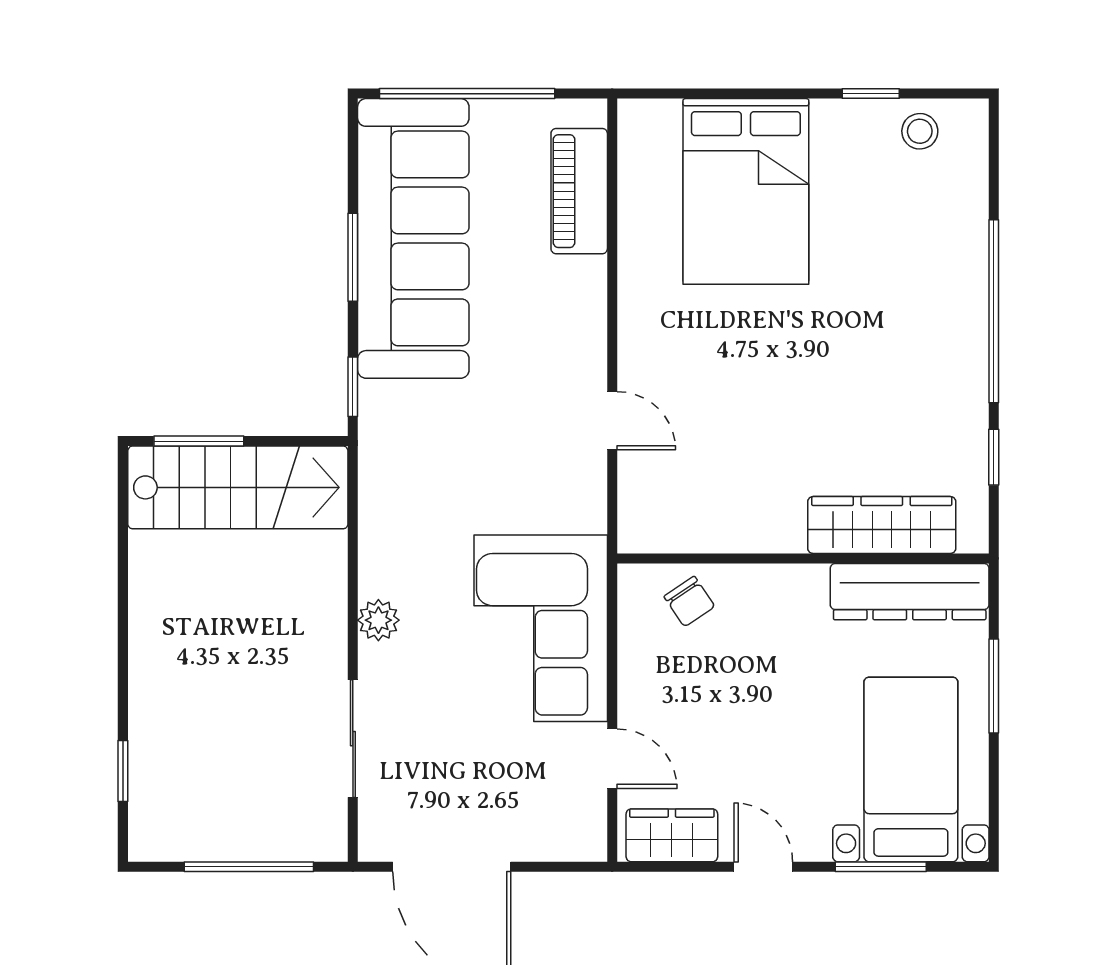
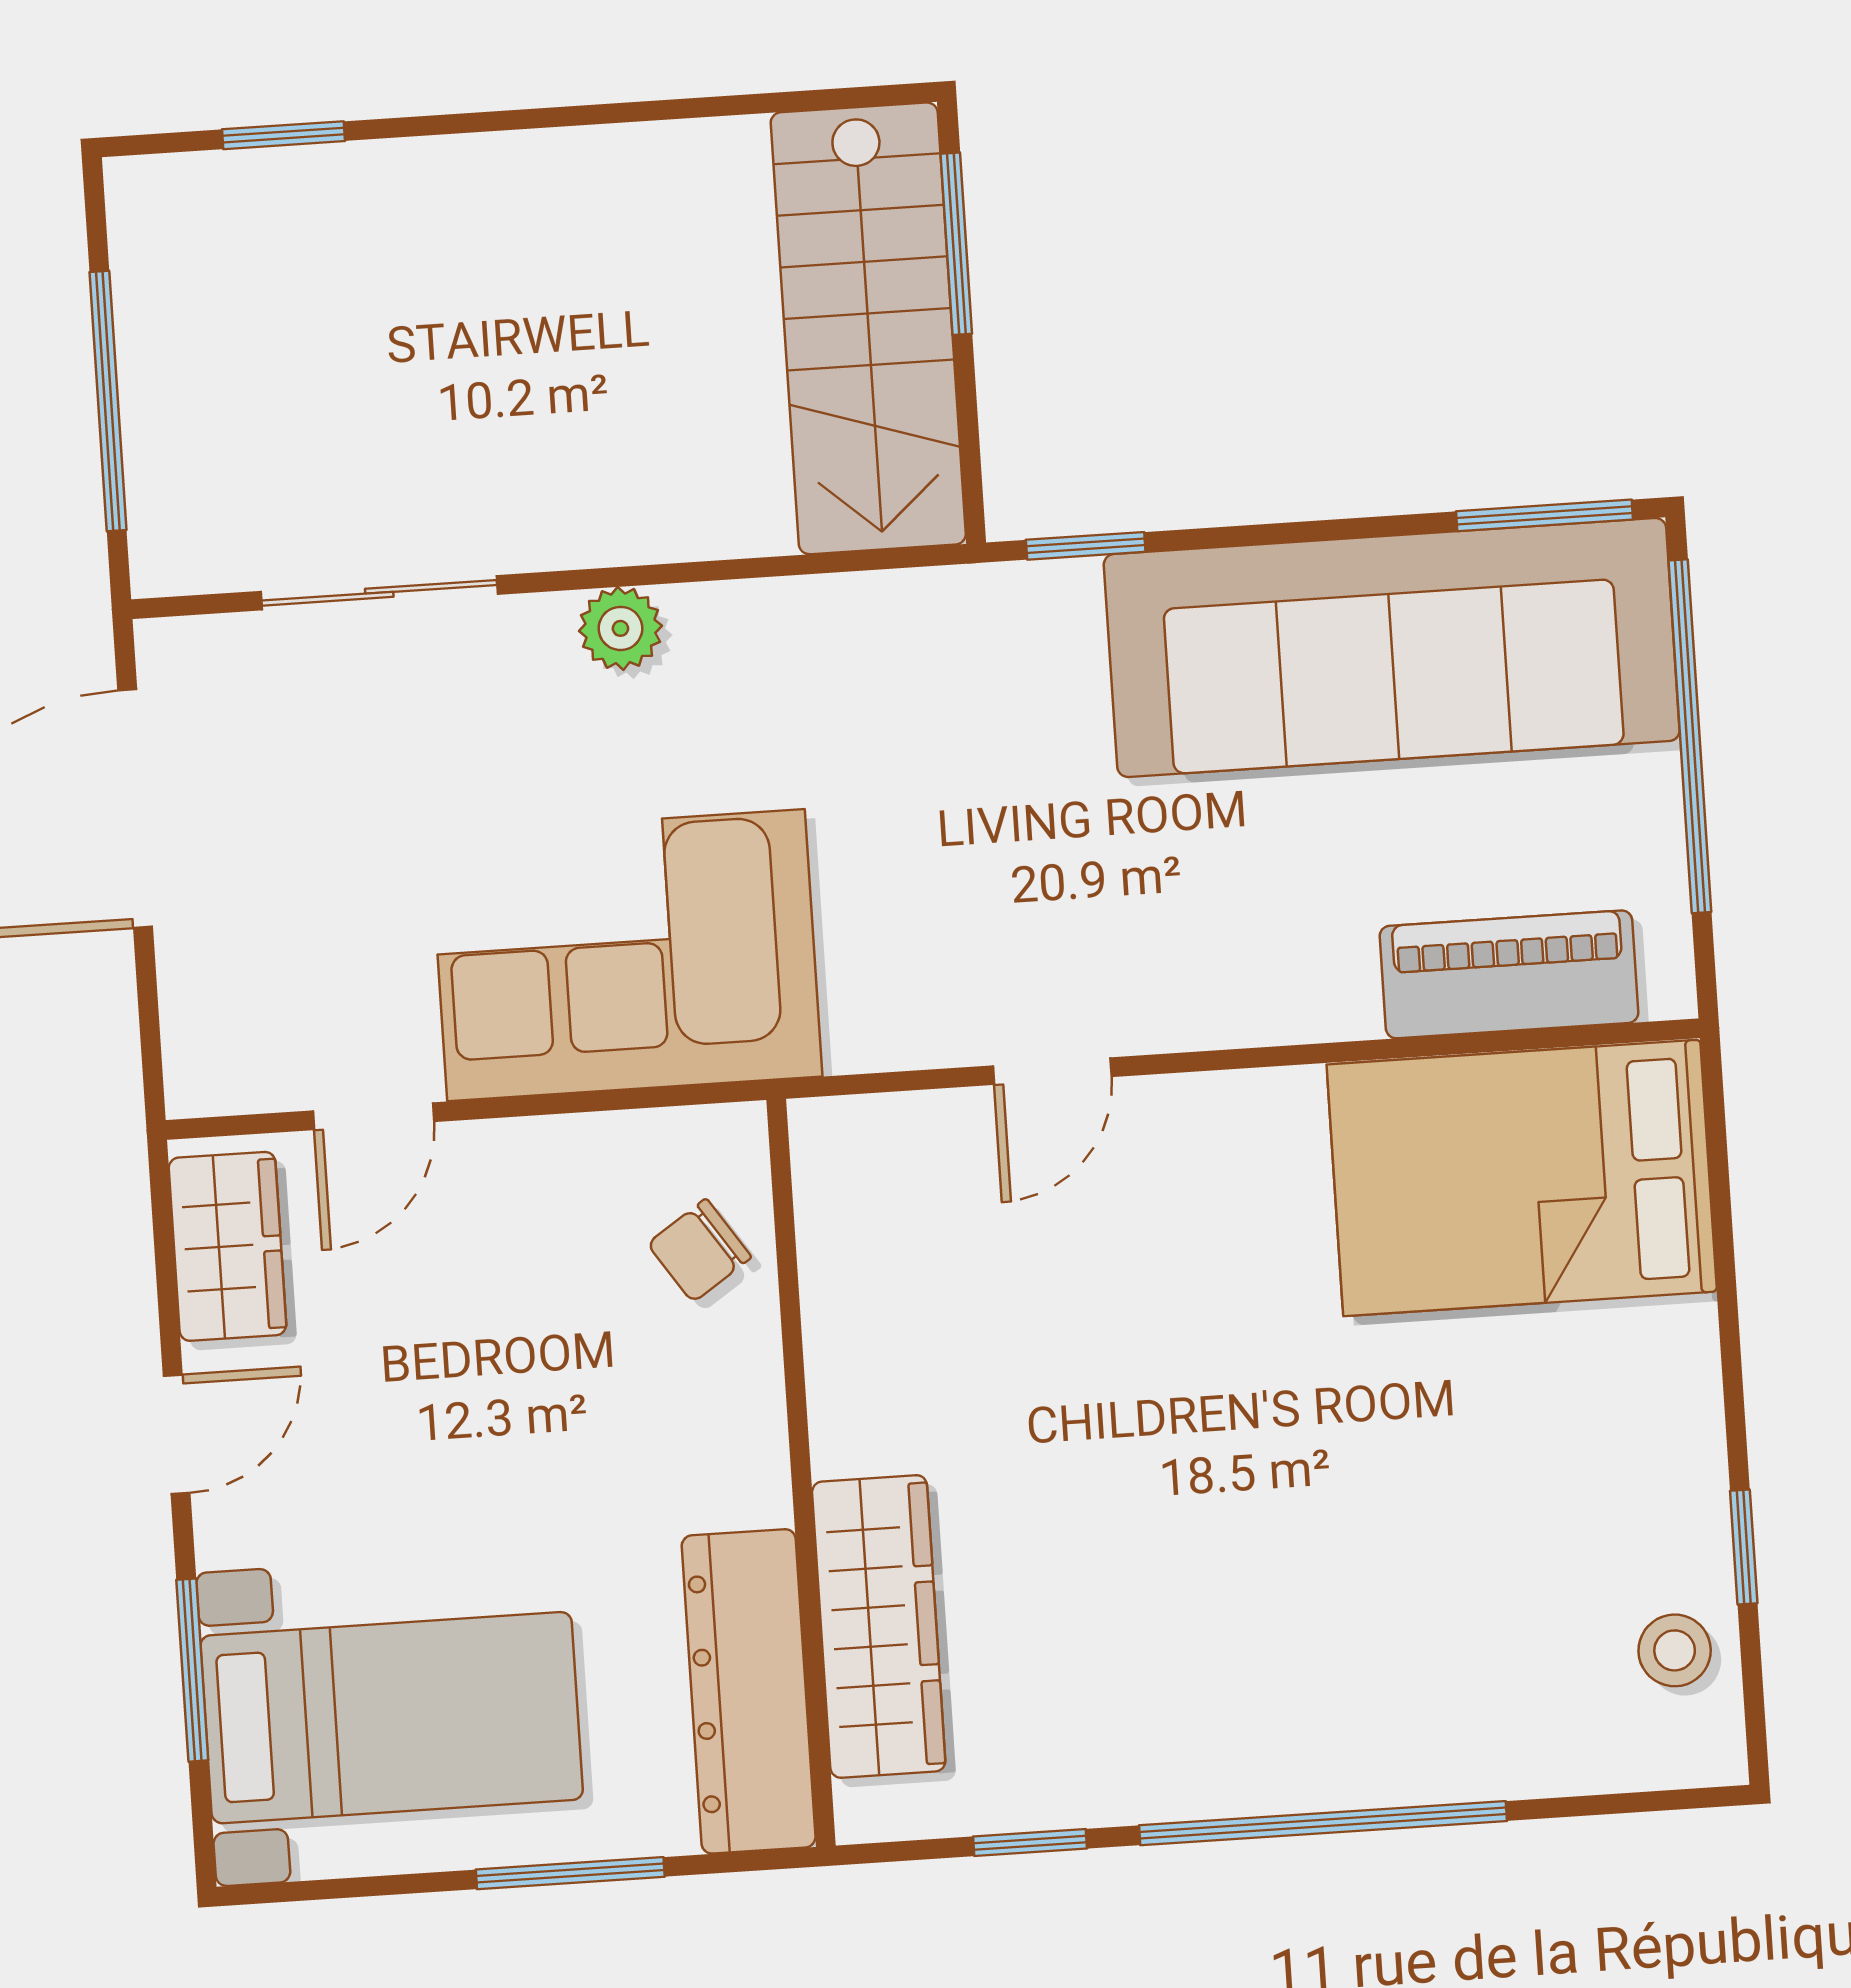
bed: (746, 191) -> (1522, 1178), moved
window: (353, 257) -> (1545, 515), moved

